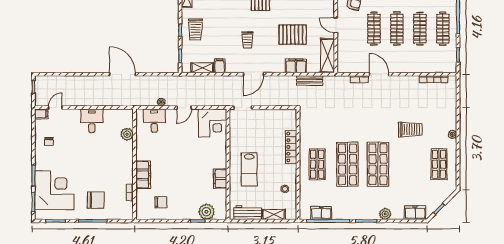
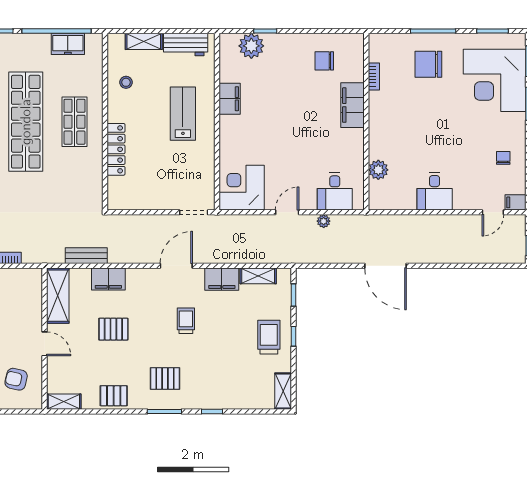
pallet: (293, 35) -> (113, 329), width x0.67, depth x0.71
filing cabinet: (220, 66) -> (222, 279), width x2.00
shop shelf: (348, 164) -> (26, 122), width x1.40

